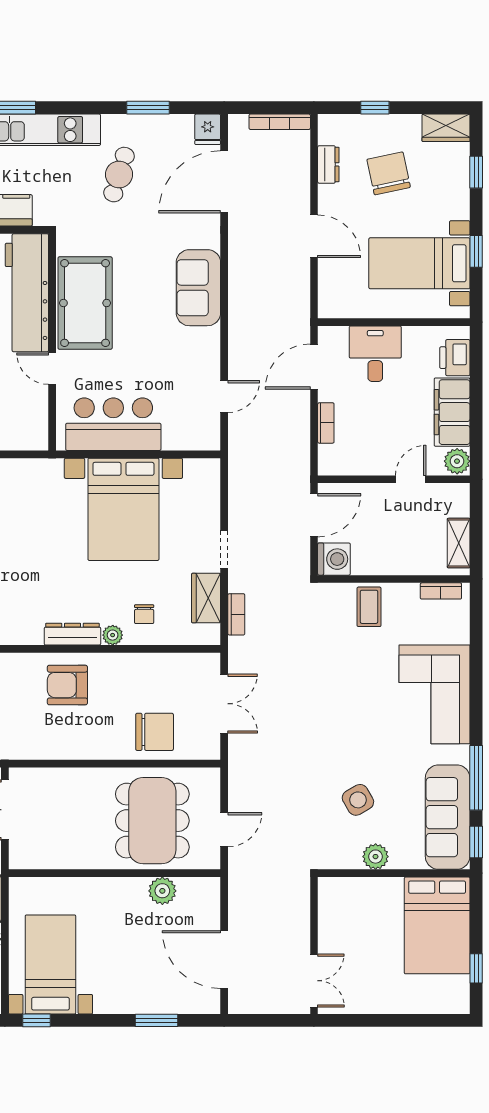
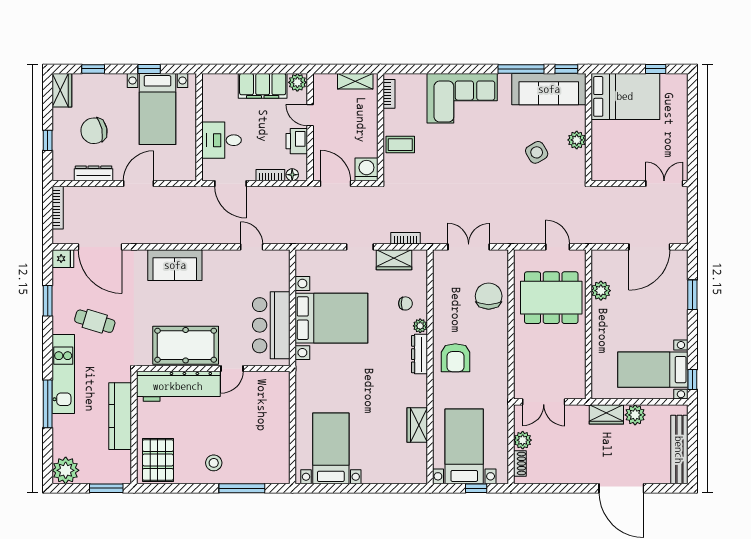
dresser: (328, 164) -> (94, 173), width x1.44
printer: (455, 358) -> (297, 141), moved, turned 90
floor lamp: (326, 454) -> (292, 175), added

